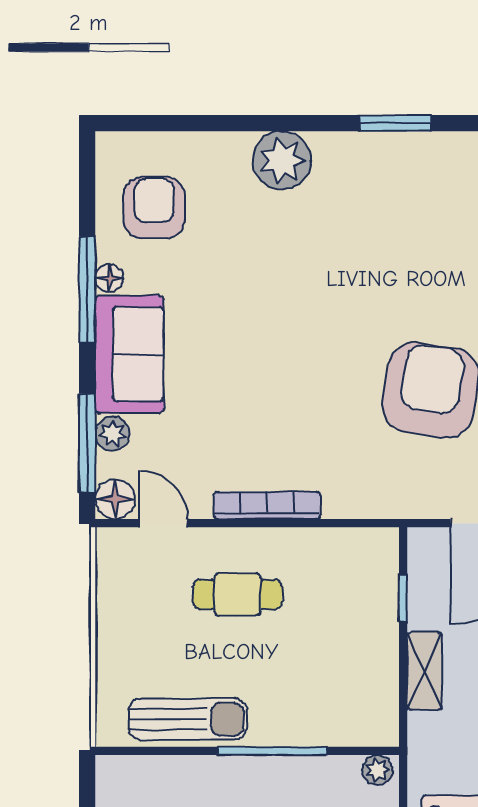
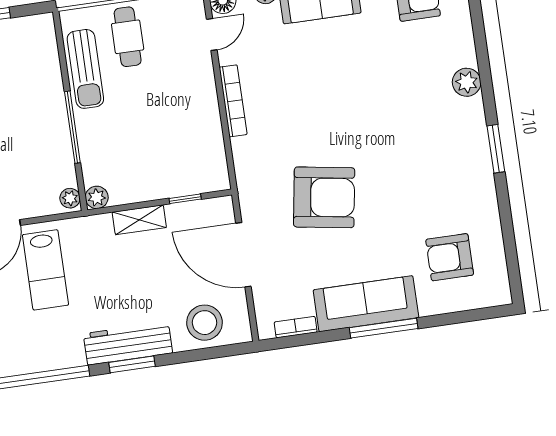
plant: (282, 160) -> (467, 82), width x0.73, depth x0.73
cafe table: (237, 594) -> (128, 37), moved
plant: (382, 730) -> (97, 197), added

